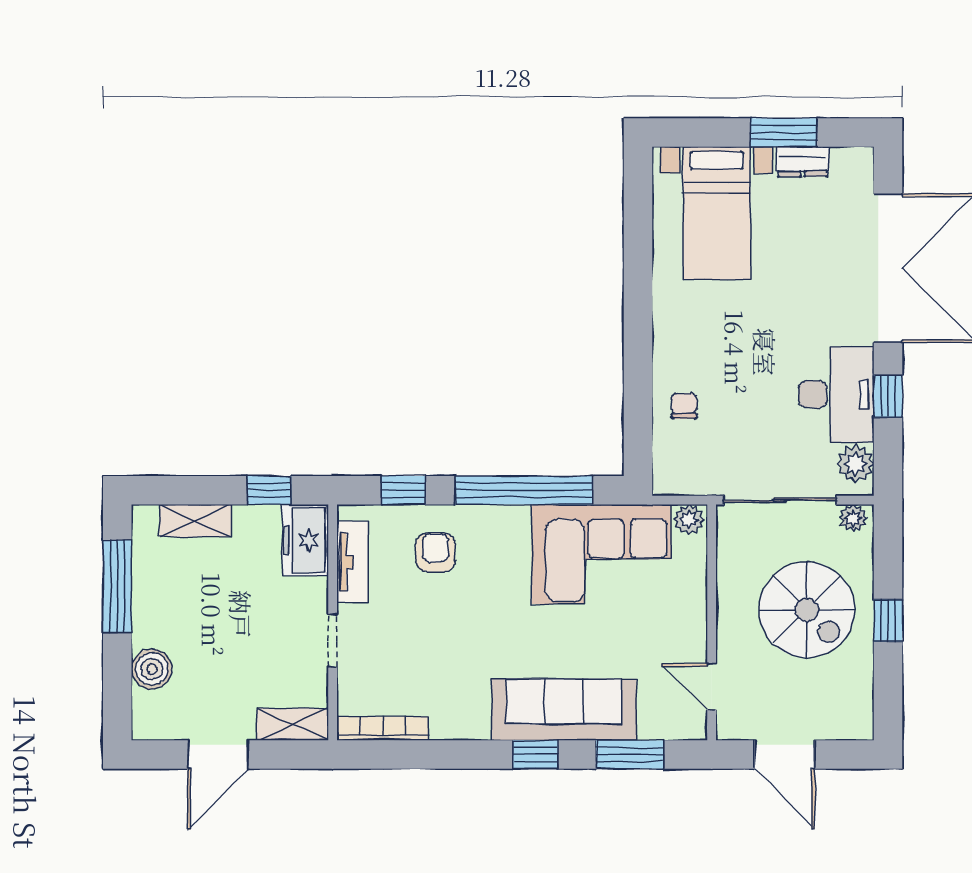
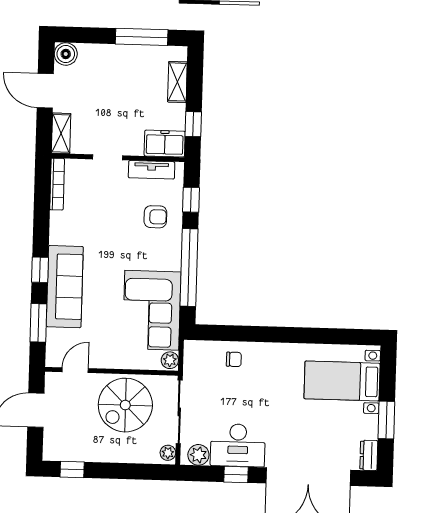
dresser: (803, 162) -> (369, 455), moved
spiral stairs: (807, 610) -> (125, 405), moved
window: (888, 621) -> (72, 470), moved
boiler: (152, 669) -> (66, 54), moved

